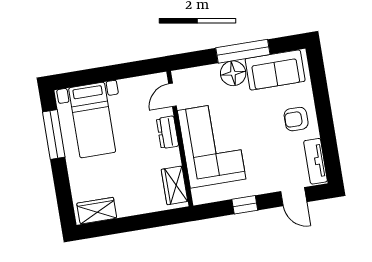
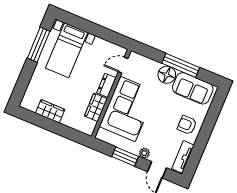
wardrobe: (174, 185) -> (96, 107), moved
plant: (266, 186) -> (144, 153), added
window: (245, 205) -> (125, 156), width x1.50
wardrobe: (97, 211) -> (50, 111), moved

